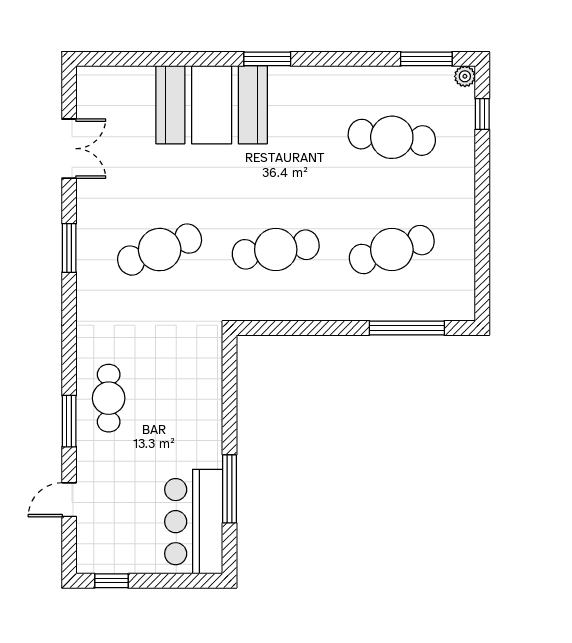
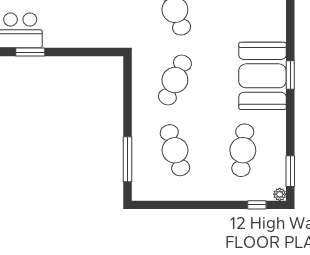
booth: (212, 105) -> (262, 76), moved
cafe table: (276, 250) -> (175, 80), turned 33
window: (230, 489) -> (30, 52), width x0.69

